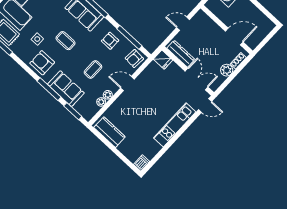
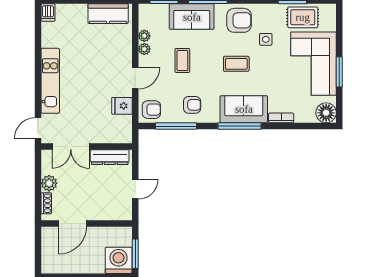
armchair: (134, 59) -> (151, 110), turned 86
fridge: (163, 60) -> (122, 106), moved

